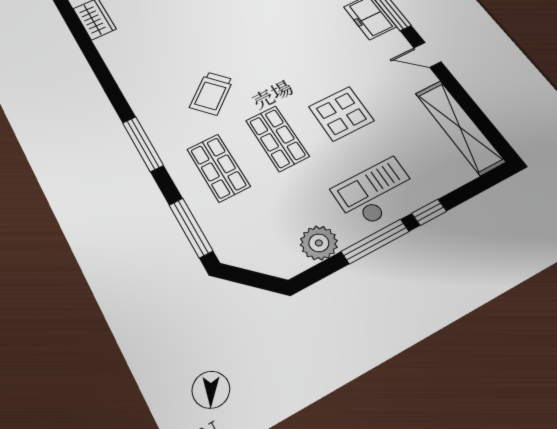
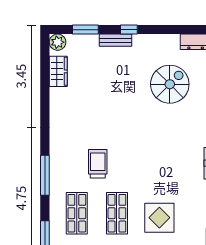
trolley: (212, 93) -> (98, 164), turned 131

